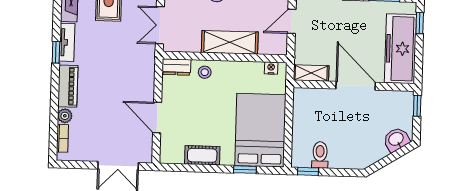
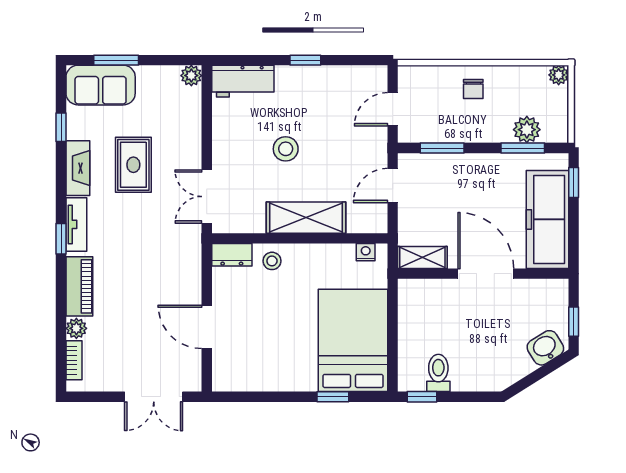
window: (417, 106) -> (574, 322), moved
cot: (202, 155) -> (272, 378), removed

